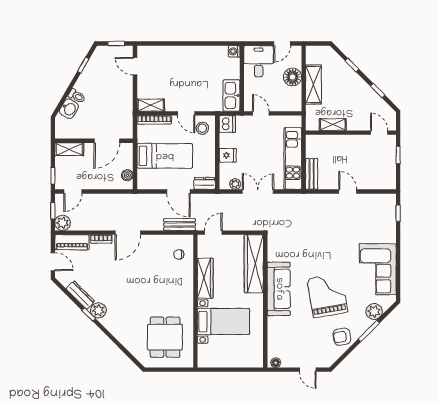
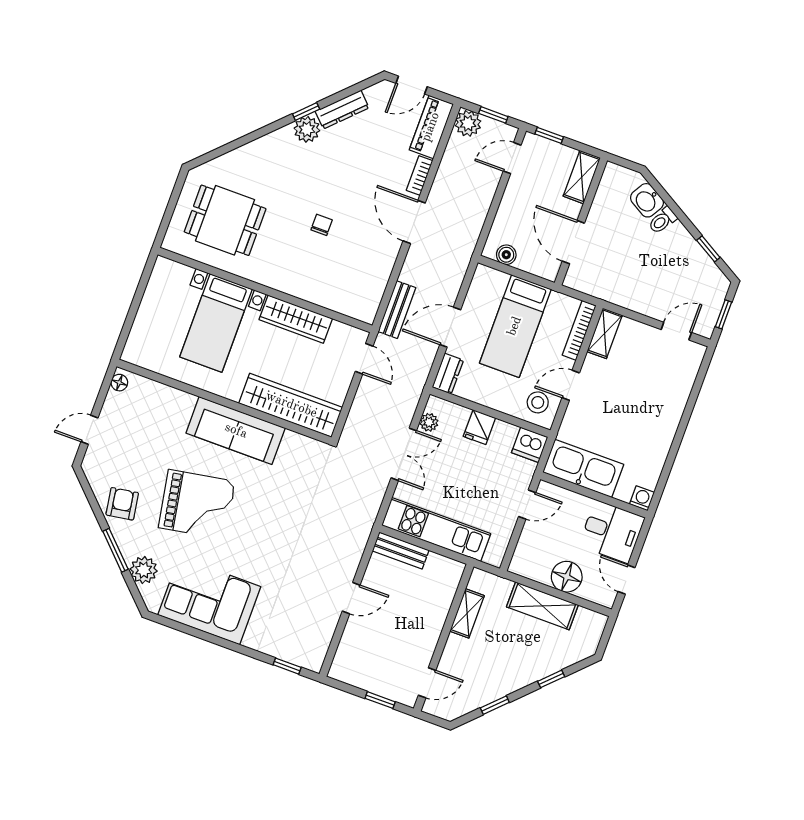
kitchen sink: (232, 95) -> (583, 468), width x1.36, depth x1.24
door: (73, 191) -> (512, 158), hinge flipped
chair: (179, 254) -> (322, 225), moved

